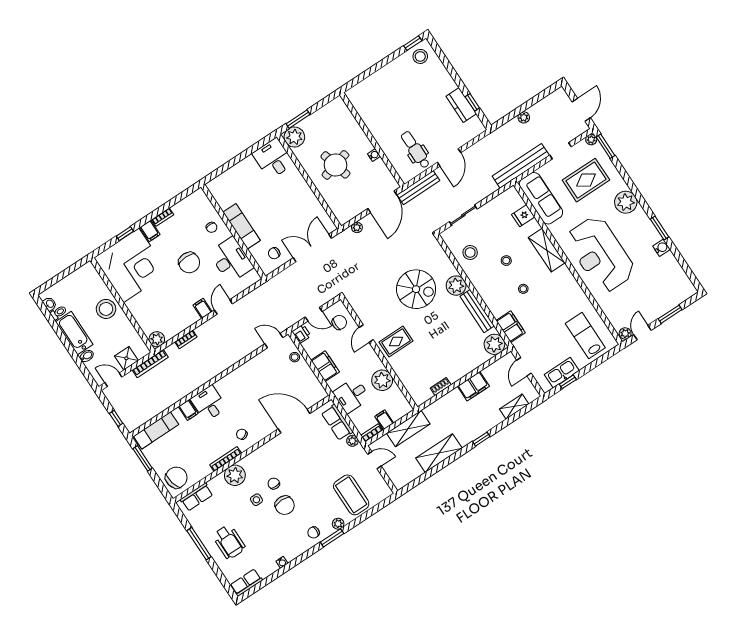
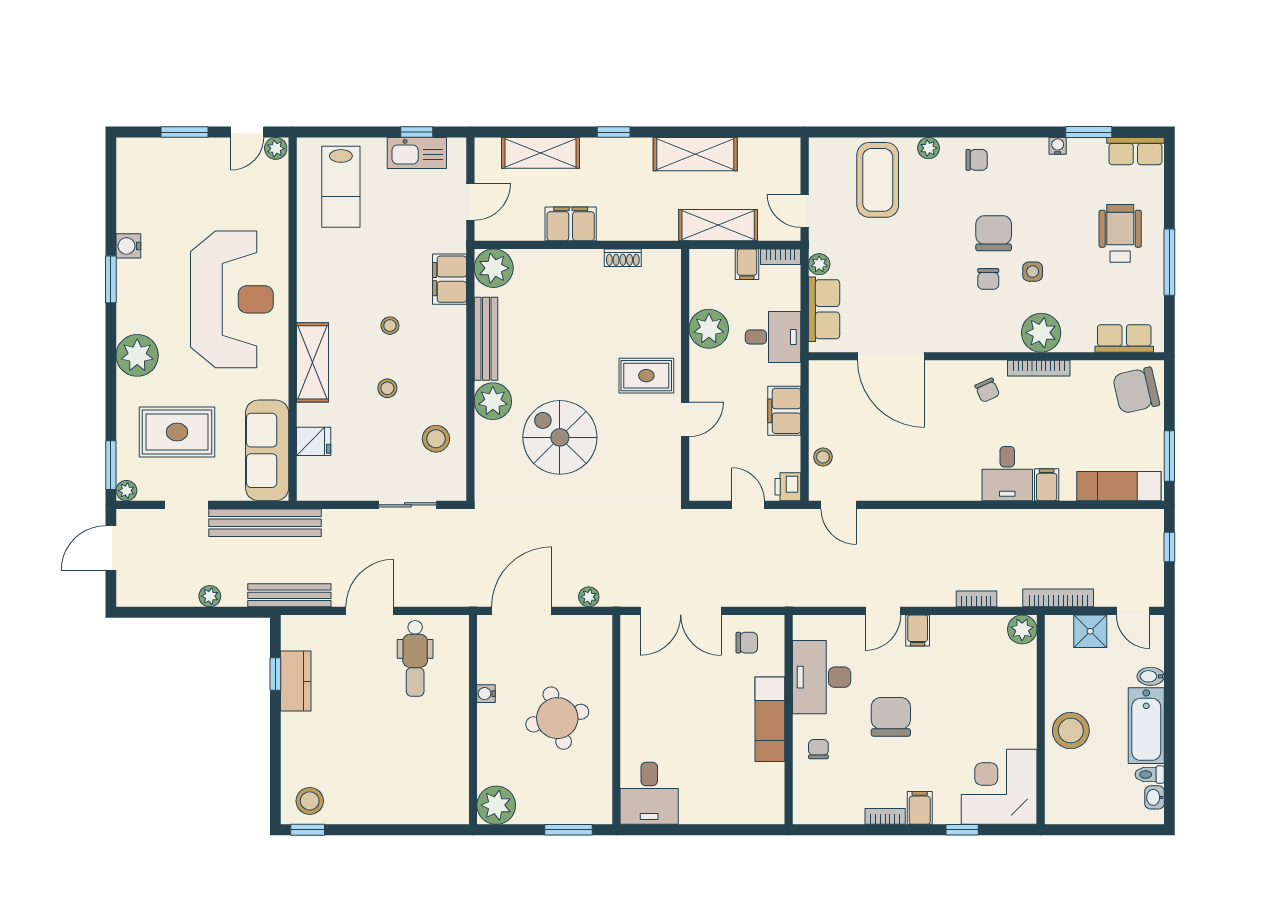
plant: (294, 137) -> (496, 805), moved
bench: (418, 188) -> (289, 595), moved
corner desk: (131, 265) -> (999, 787), width x0.74, depth x0.74
chair: (339, 322) -> (716, 465), removed
shelving: (514, 407) -> (541, 153), width x1.50, depth x1.33
window: (332, 538) -> (1089, 132), moved

